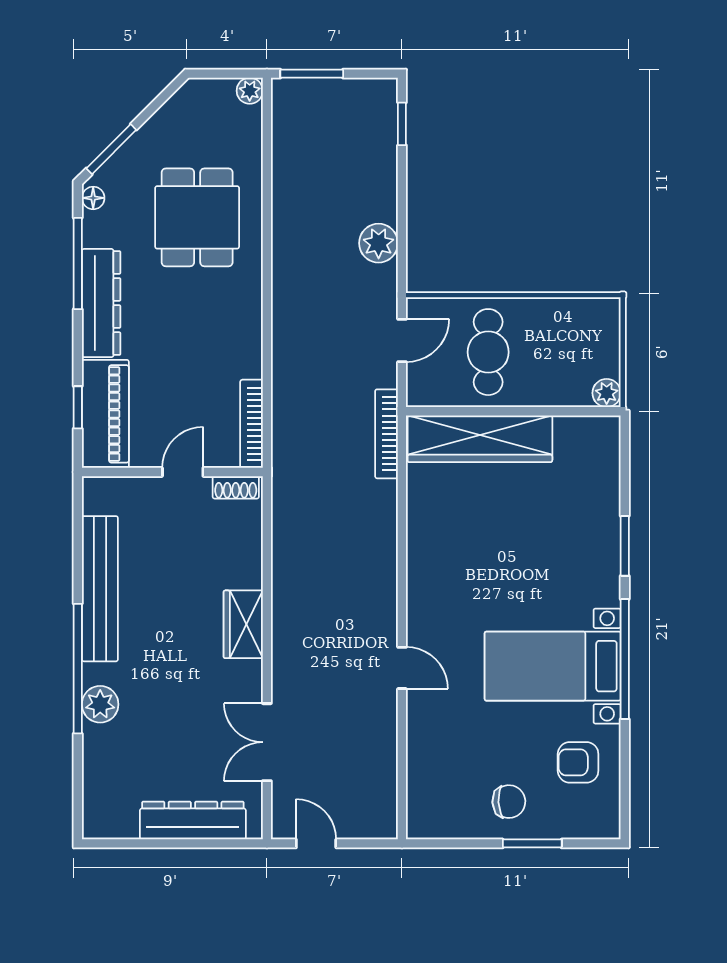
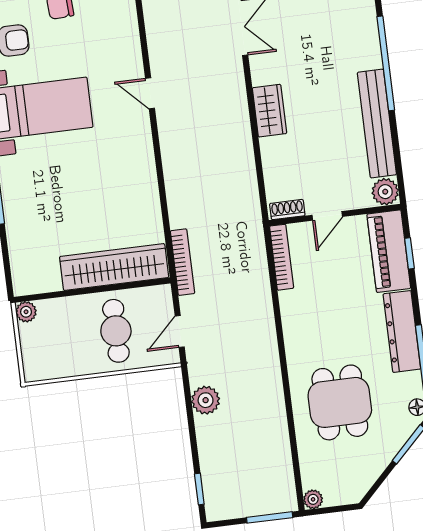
plant: (100, 704) -> (385, 192), moved

